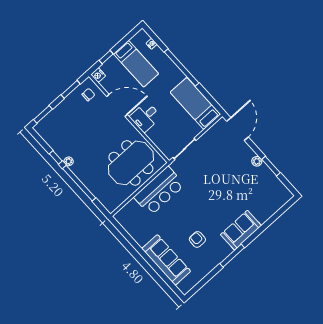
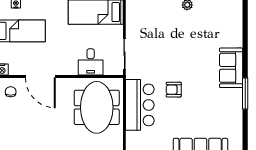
door: (117, 105) -> (40, 76), swing flipped
desk: (145, 117) -> (91, 62), moved
armchair: (197, 239) -> (174, 90), moved

